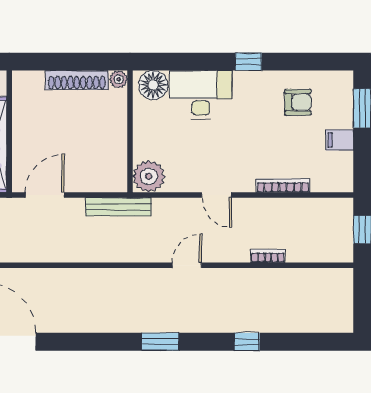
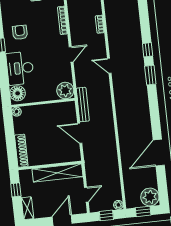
shoe rack: (77, 80) -> (21, 151), moved
armchair: (298, 102) -> (20, 32), moved
door: (45, 195) -> (80, 133), moved
window: (247, 342) -> (148, 50), moved

